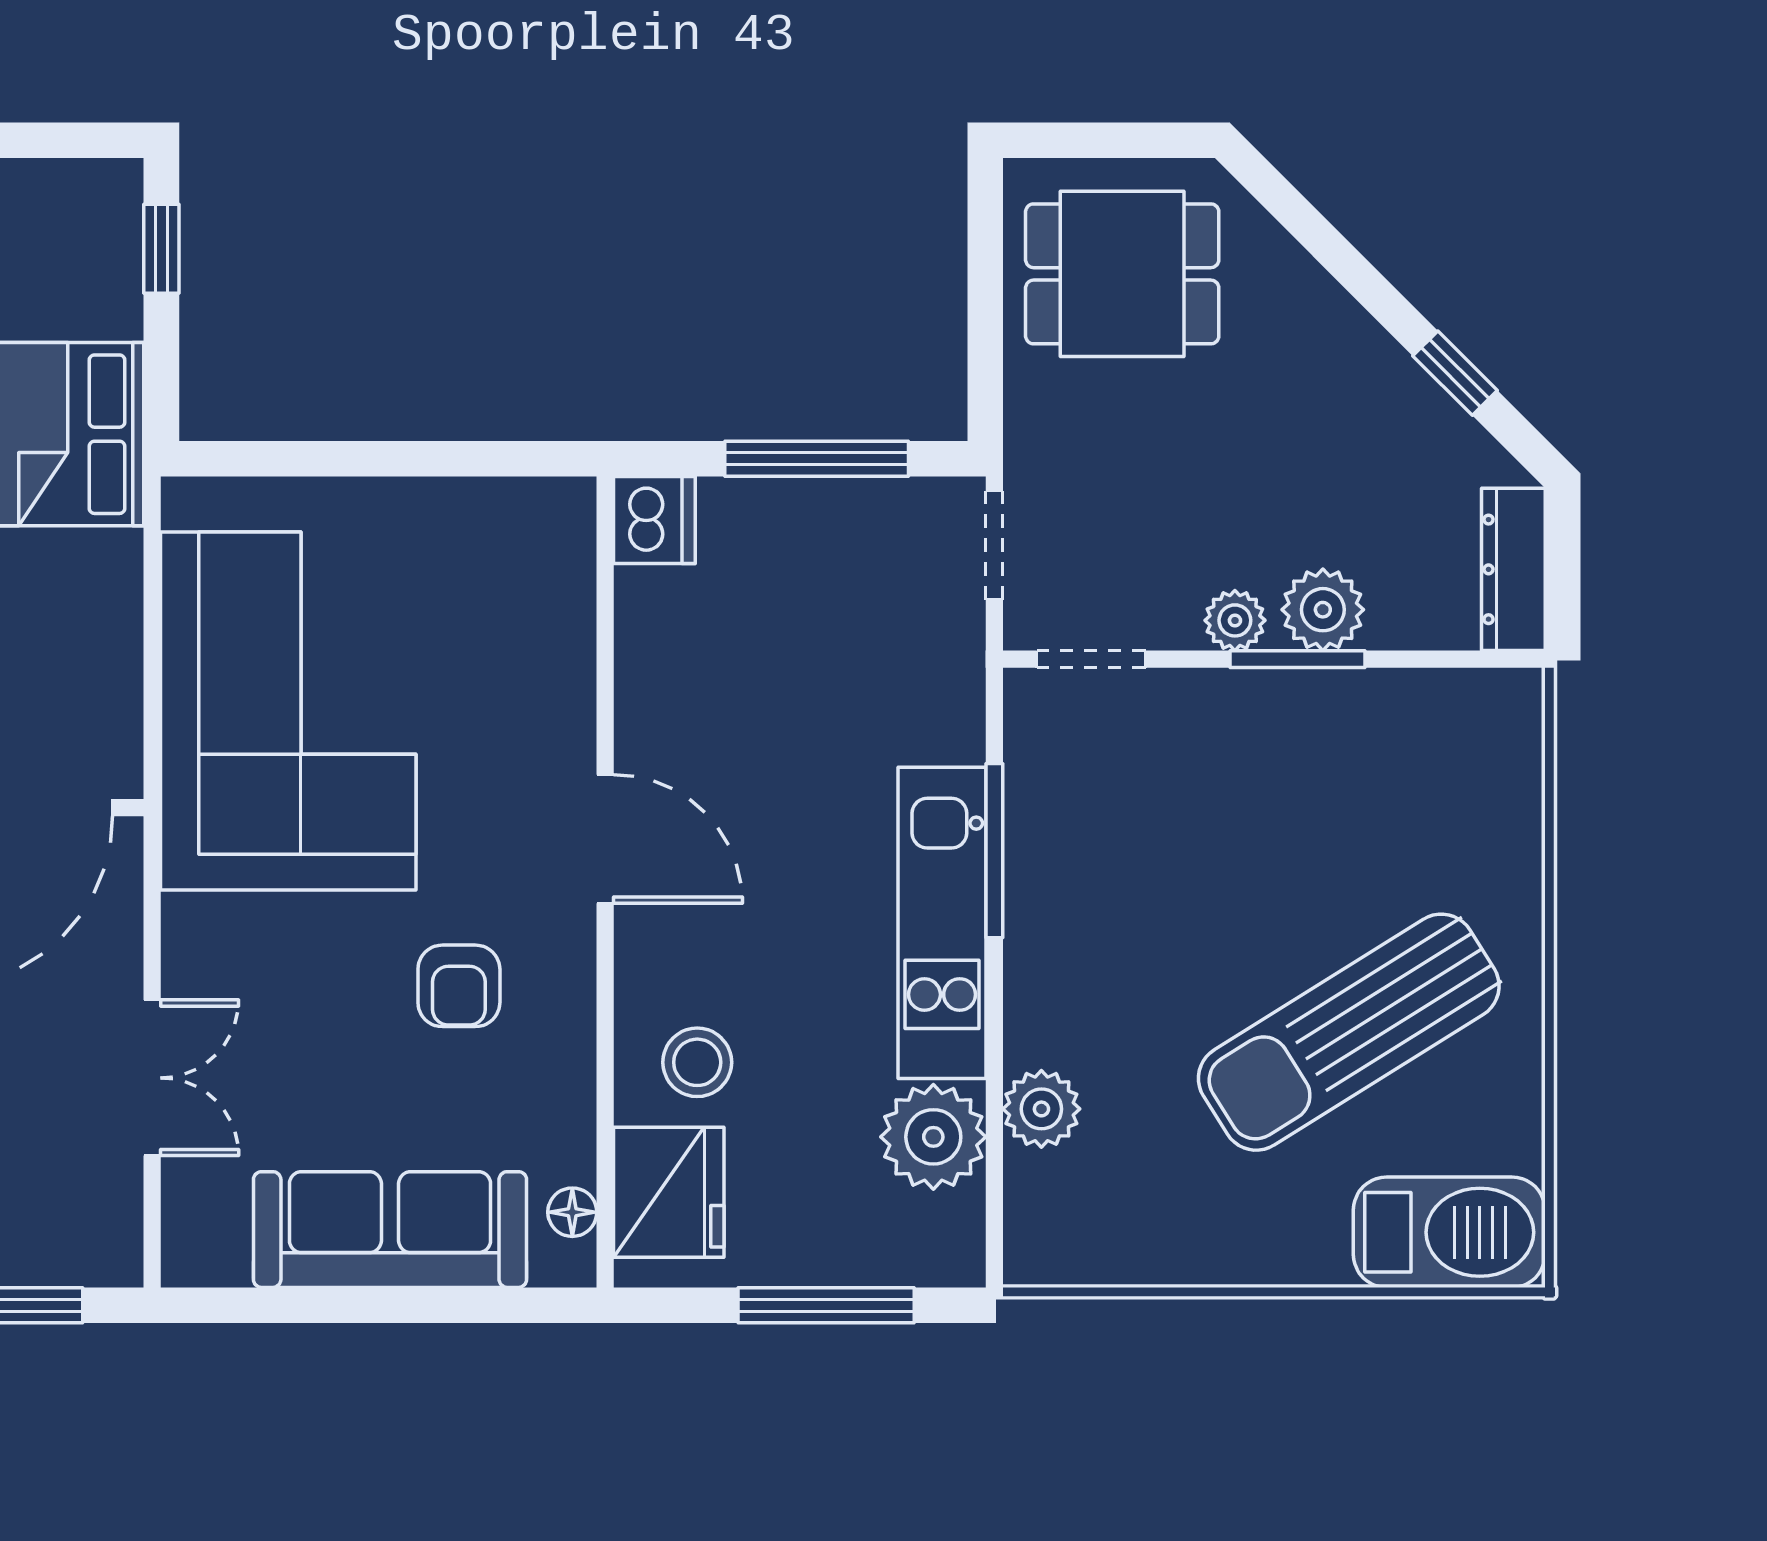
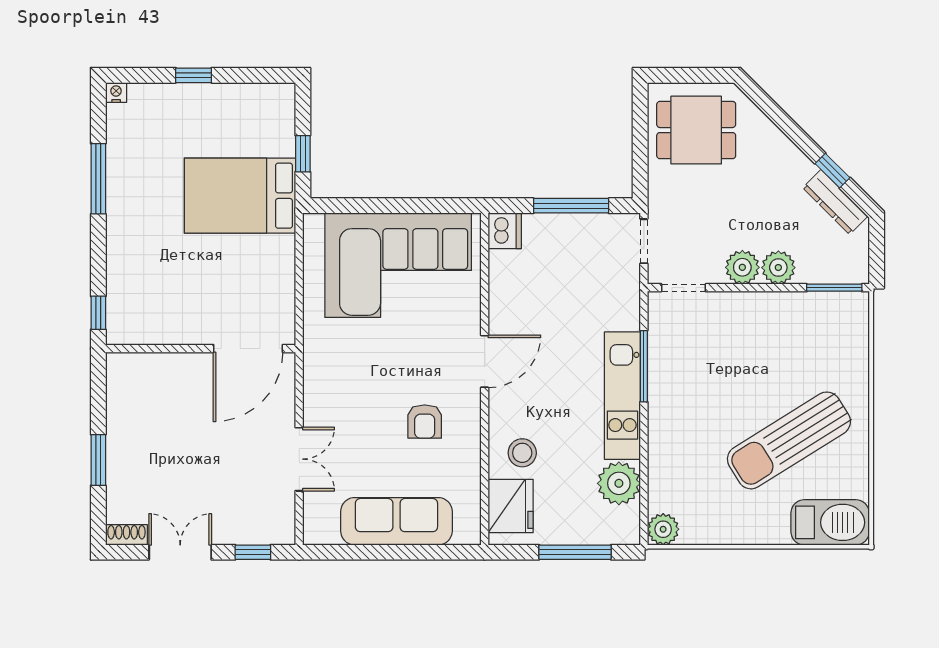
window: (161, 249) -> (303, 154), moved
dresser: (1513, 569) -> (835, 202), moved, turned -45
plant: (1235, 620) -> (742, 267), width x1.38, depth x1.38
window: (1297, 659) -> (834, 288), moved
corner sofa: (288, 711) -> (398, 265), moved, turned 90
door: (605, 839) -> (485, 361), hinge flipped
plant: (1041, 1109) -> (663, 529), moved
floor lamp: (572, 1212) -> (471, 514), removed

